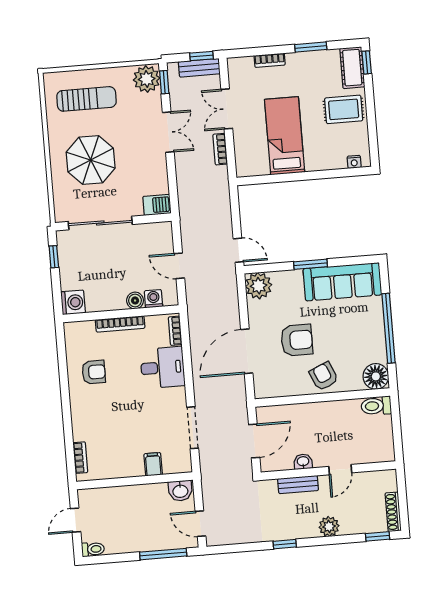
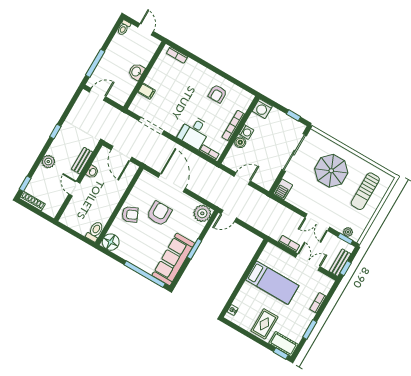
plant: (147, 79) -> (348, 232), width x0.53, depth x0.53
washing machine: (153, 299) -> (246, 132), moved
window: (388, 328) -> (145, 274), moved
armchair: (297, 340) -> (159, 213), turned 180
washbasin: (180, 491) -> (136, 72), moved

